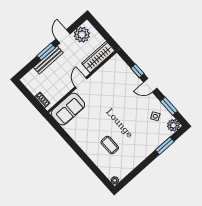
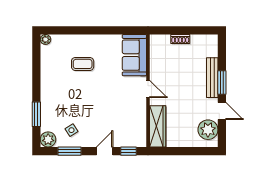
wardrobe: (98, 57) -> (158, 126), moved
wall: (82, 82) -> (148, 91), moved
door: (81, 83) -> (148, 89), moved
sofa: (68, 109) -> (134, 55), moved

